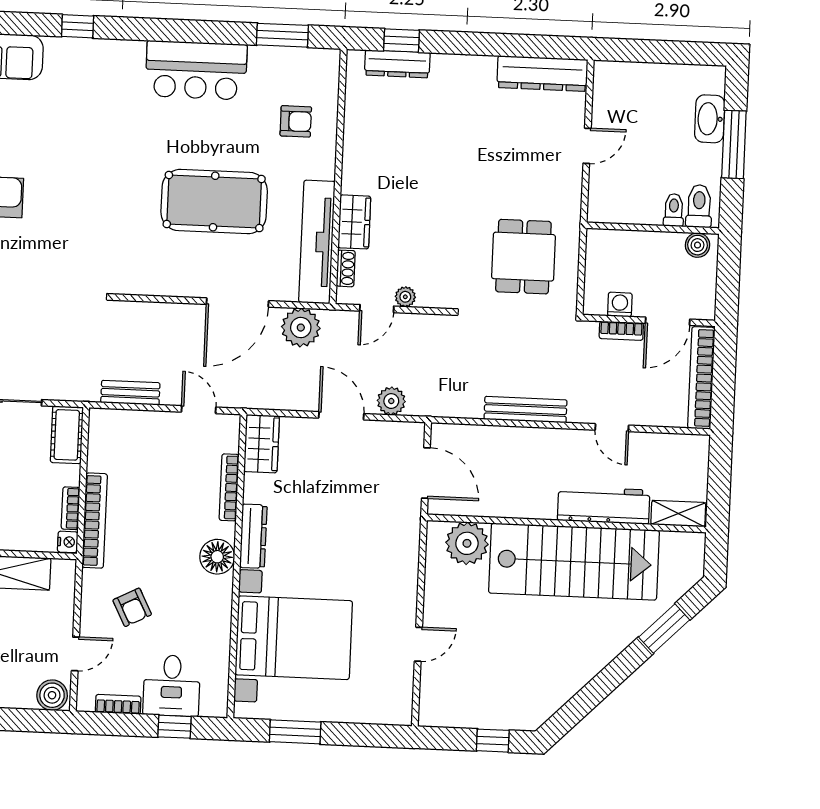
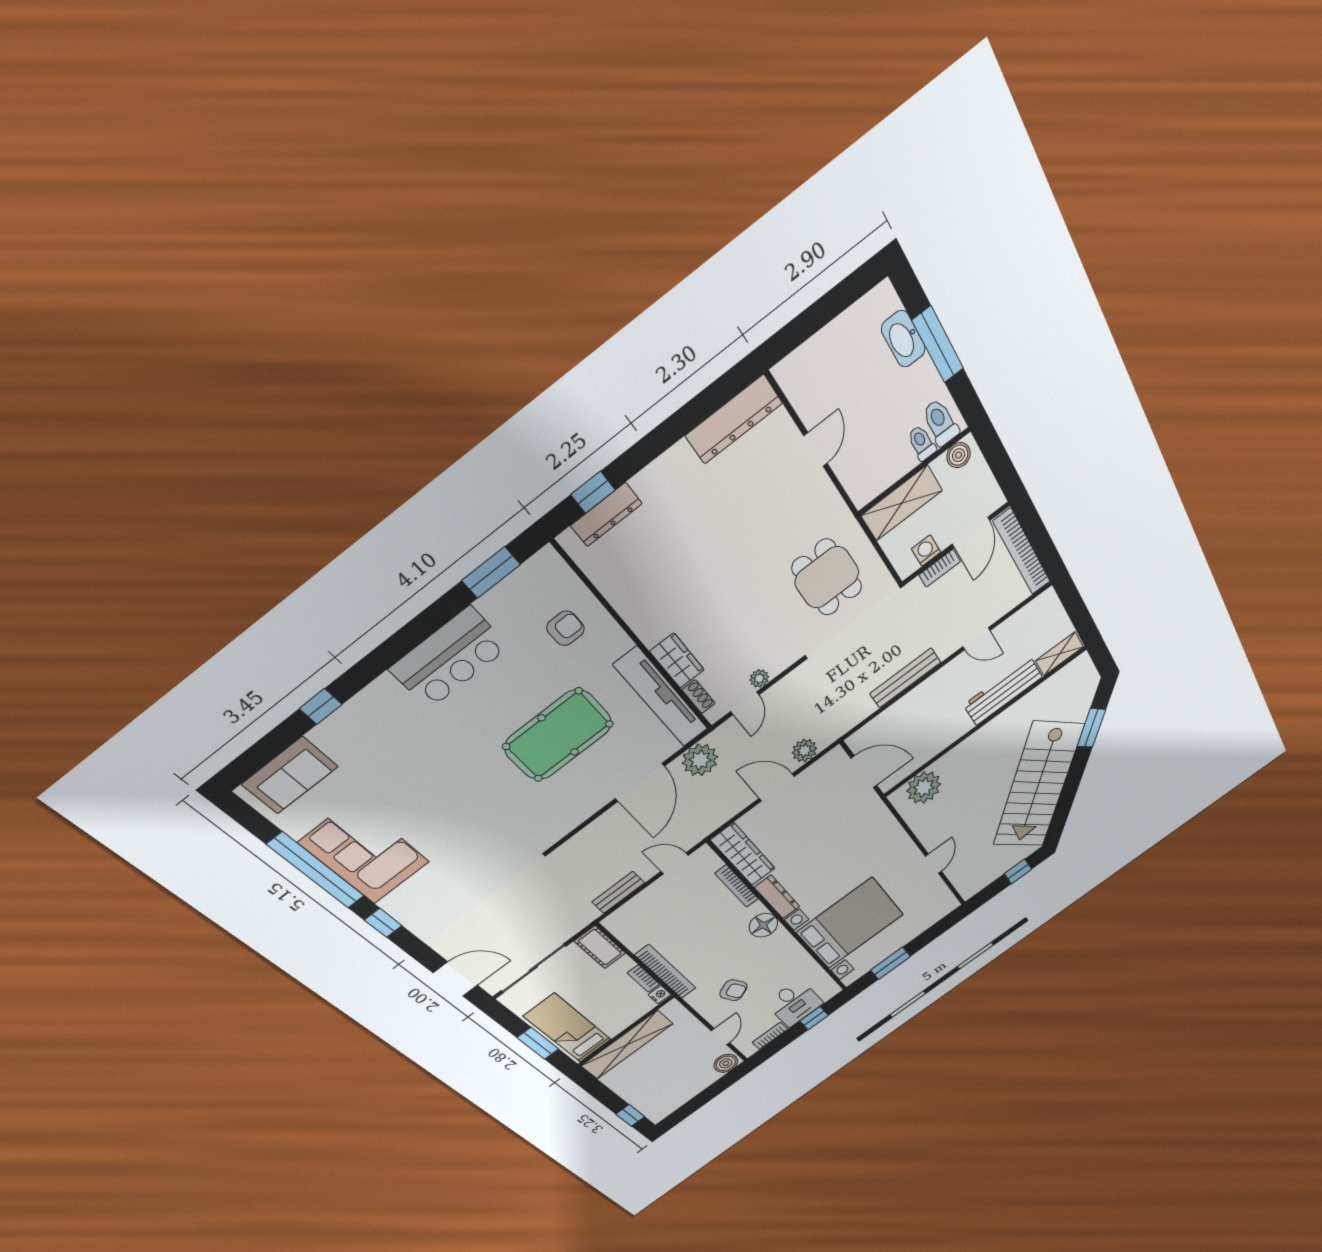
shelving: (626, 246) -> (902, 503), added
wardrobe: (262, 444) -> (743, 854), width x1.50
stairs: (574, 562) -> (1038, 785), moved, turned 135

